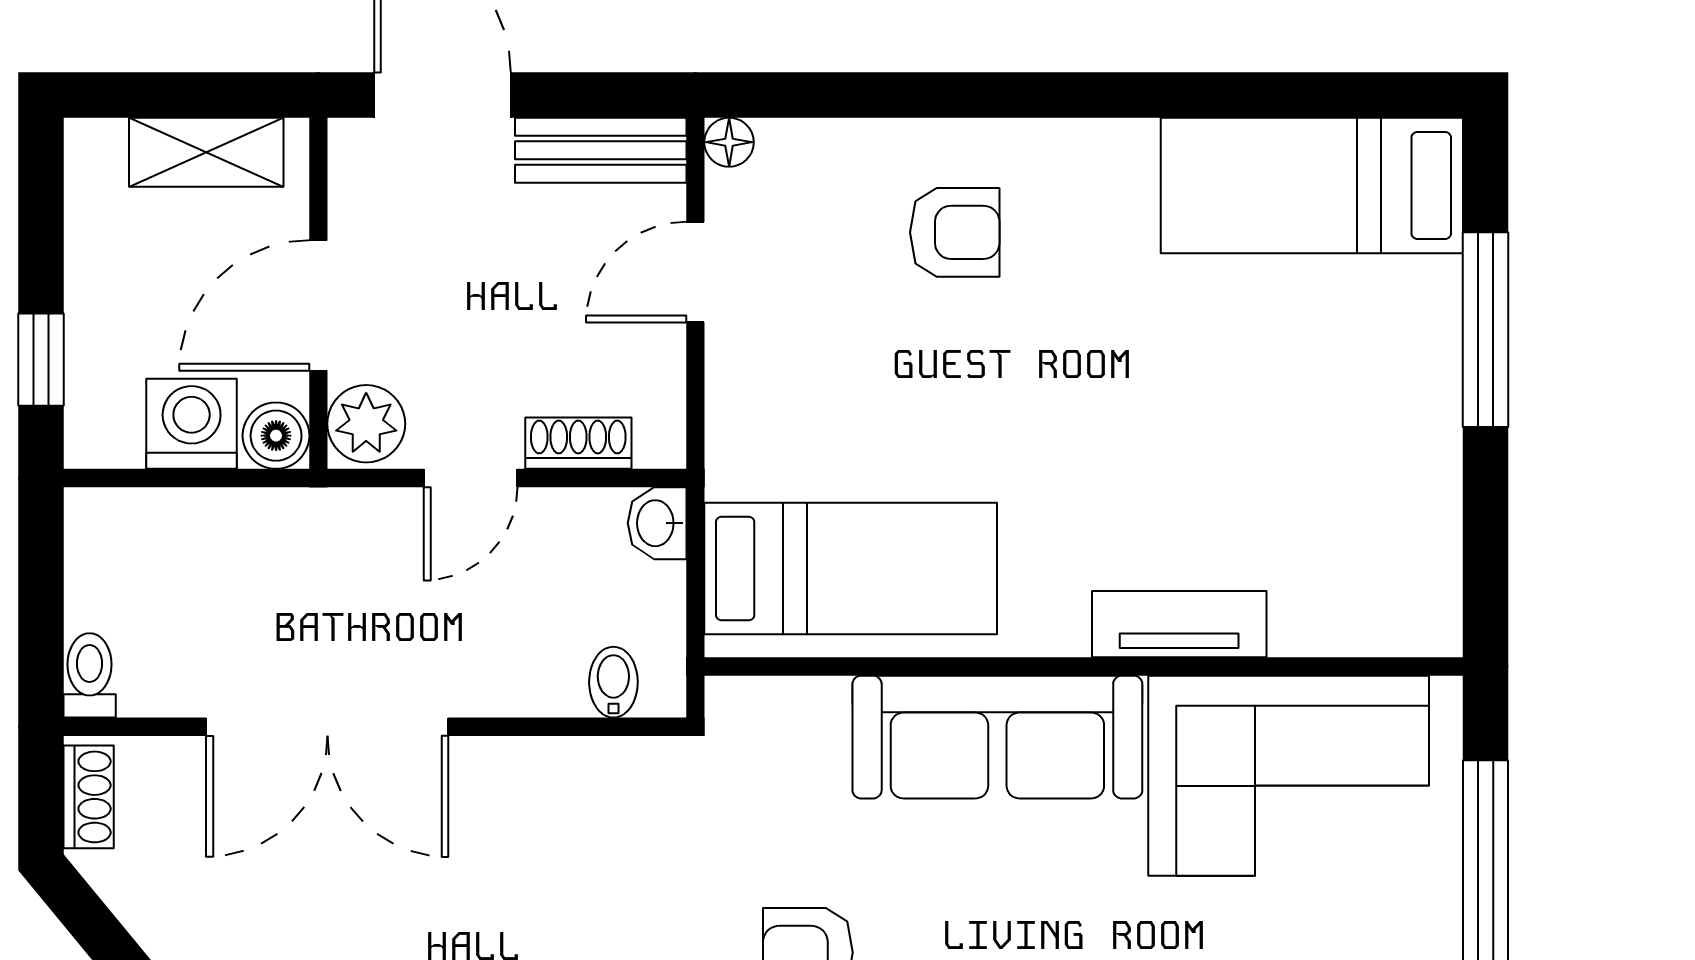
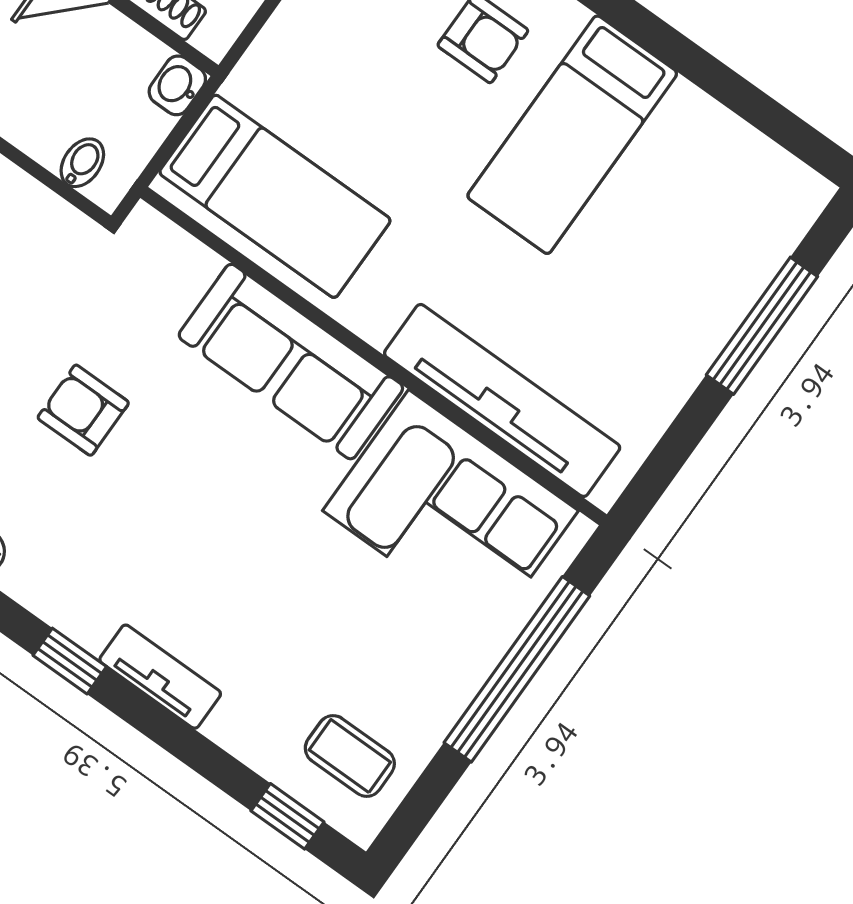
bed: (1312, 185) -> (572, 135), moved, turned -90
tv unit: (1179, 624) -> (502, 400), width x1.92, depth x1.29

